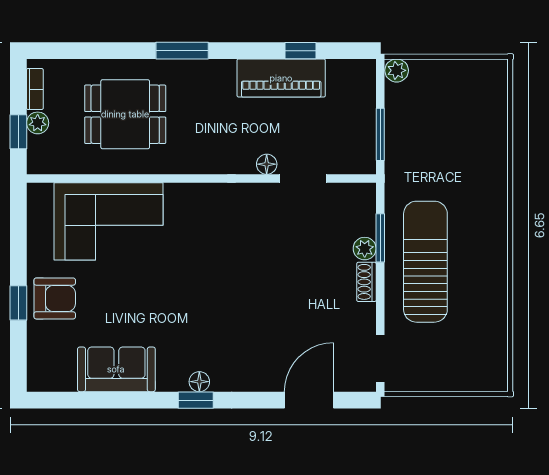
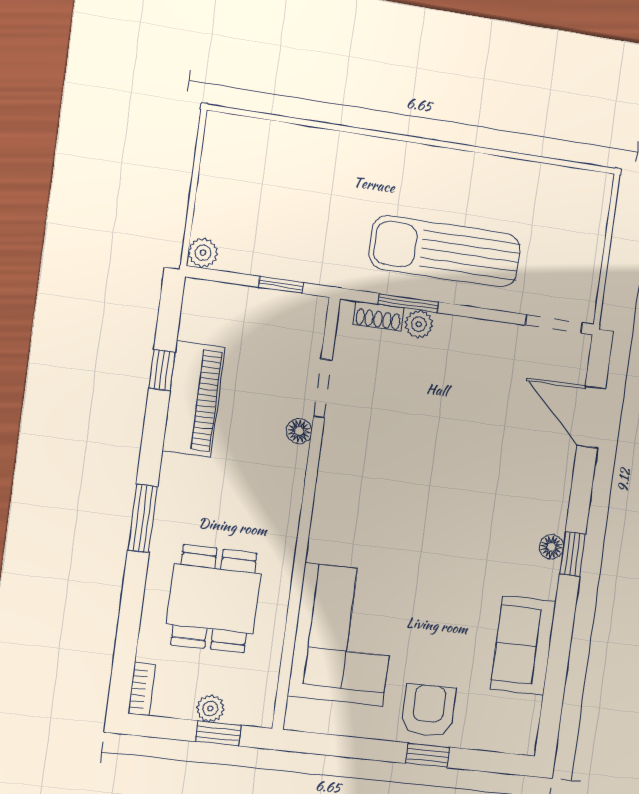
bookcase: (35, 89) -> (142, 689), moved, turned 90
window: (380, 134) -> (281, 285), width x0.67
shoe rack: (366, 282) -> (378, 316), moved

